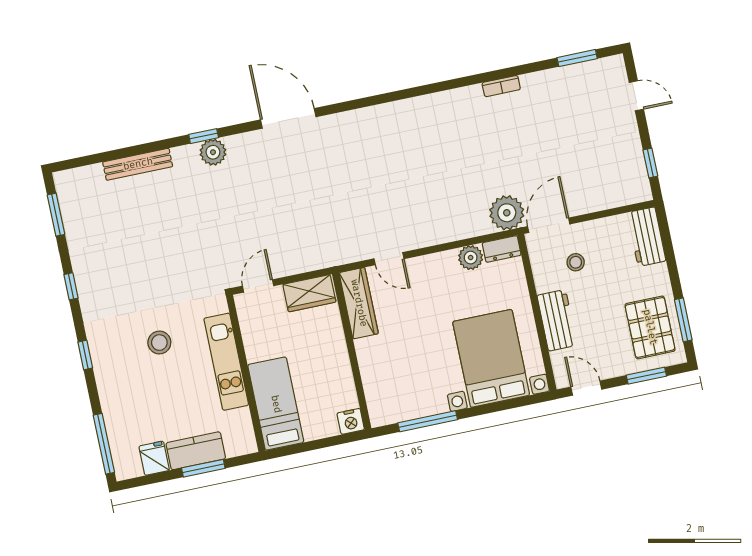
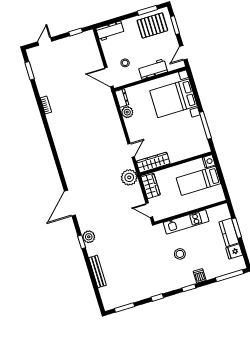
plant: (507, 213) -> (129, 177), moved
dishwasher: (109, 380) -> (200, 276), added
bed: (276, 404) -> (199, 181), moved

